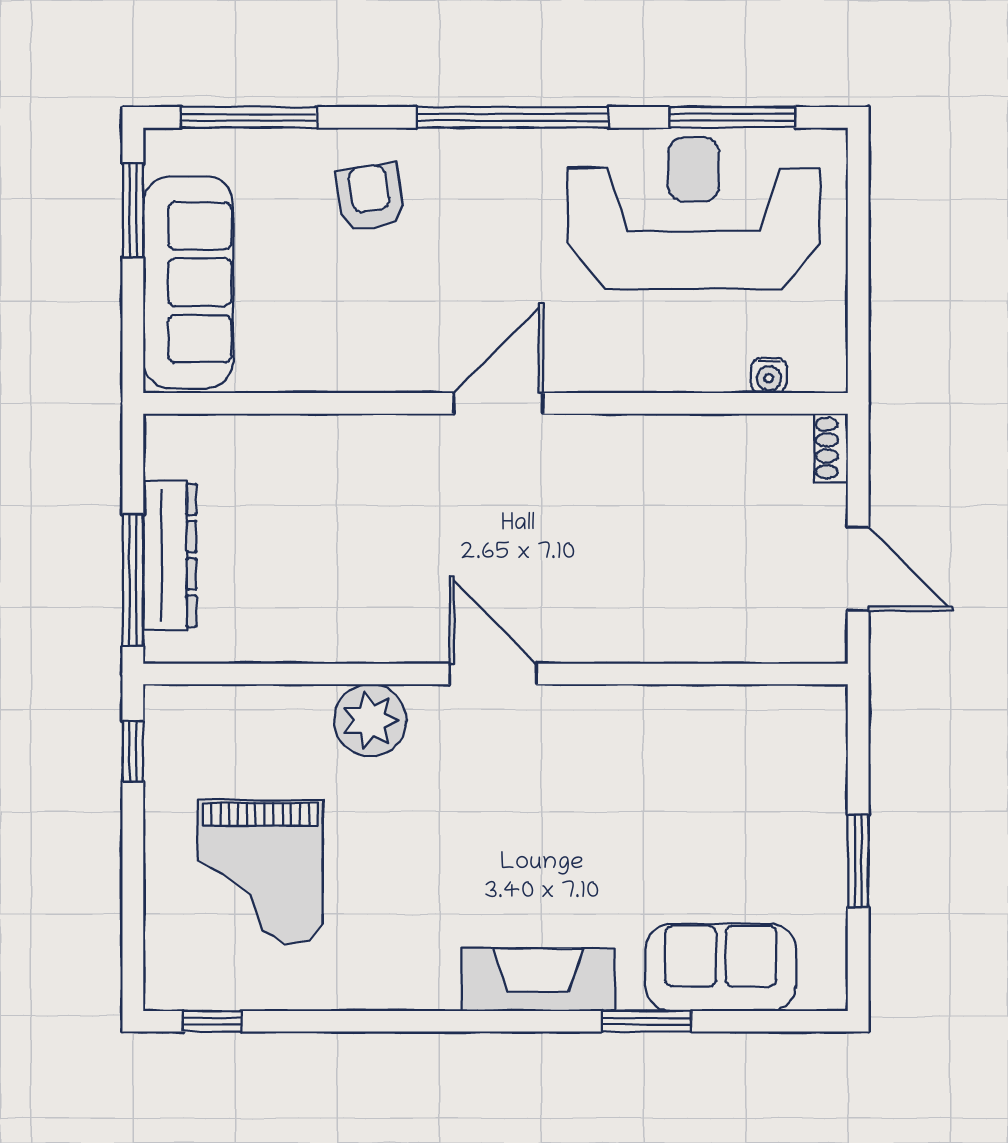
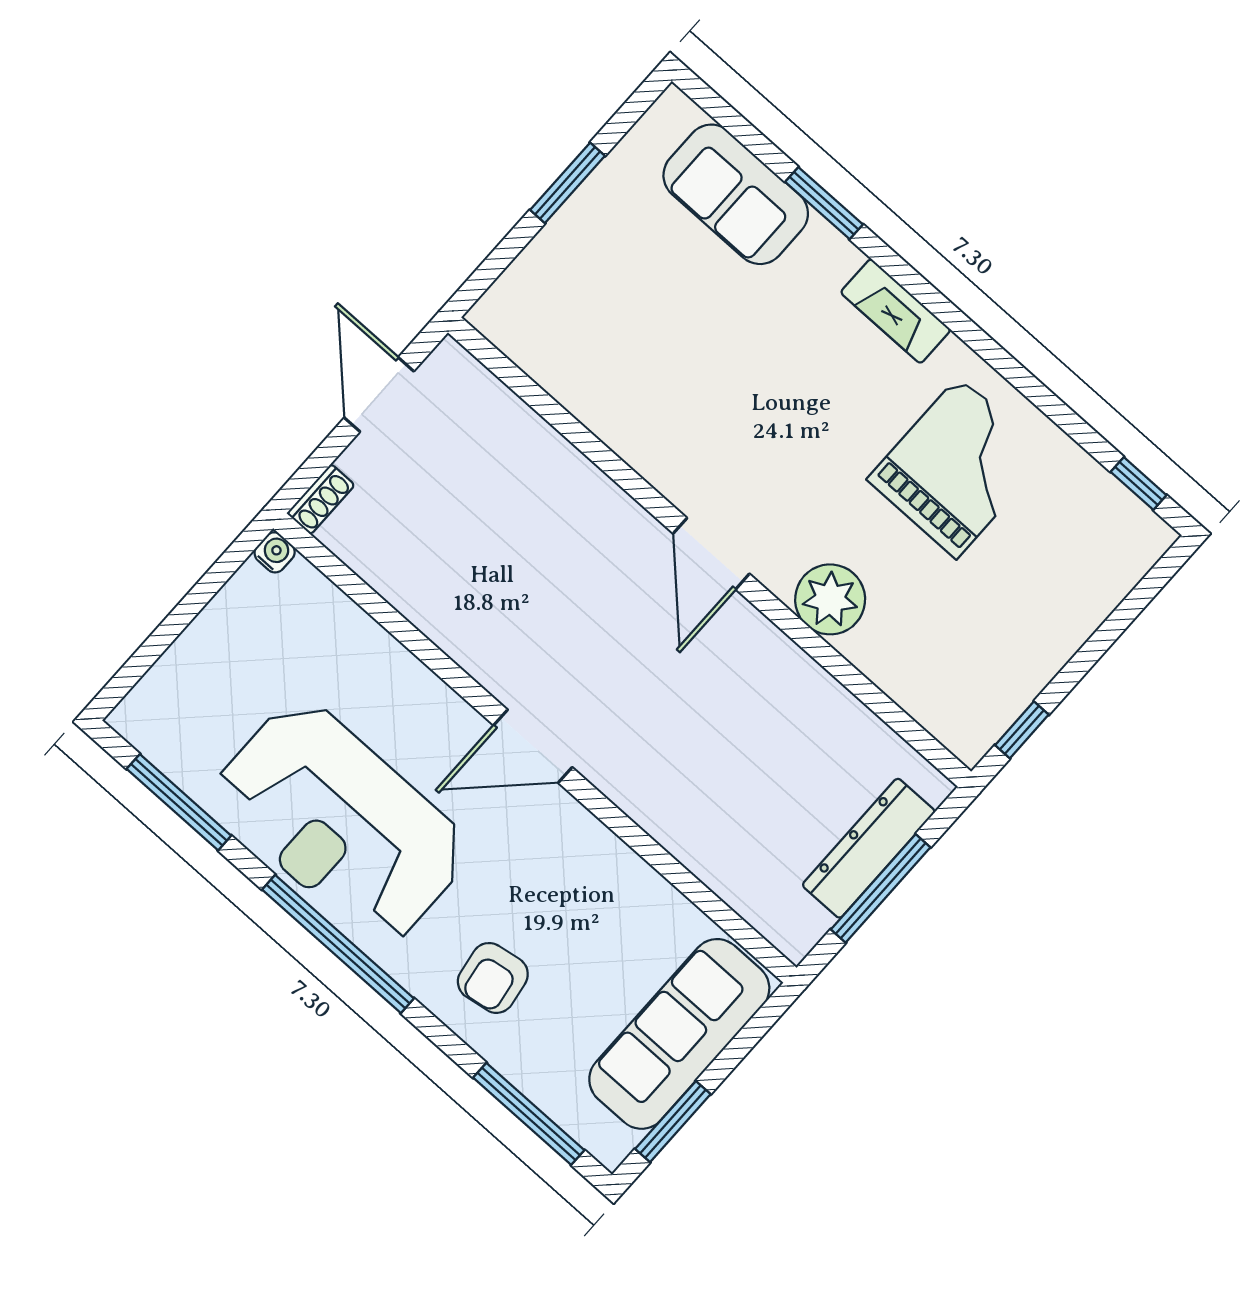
reception desk: (694, 213) -> (341, 822), moved
water cooler: (769, 375) -> (275, 552), moved
window: (133, 580) -> (881, 888), moved
grand piano: (260, 872) -> (958, 468), moved
fireplace: (538, 980) -> (896, 311), width x0.73, depth x0.76

